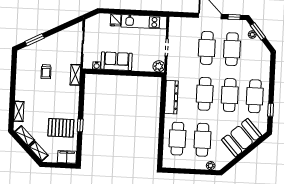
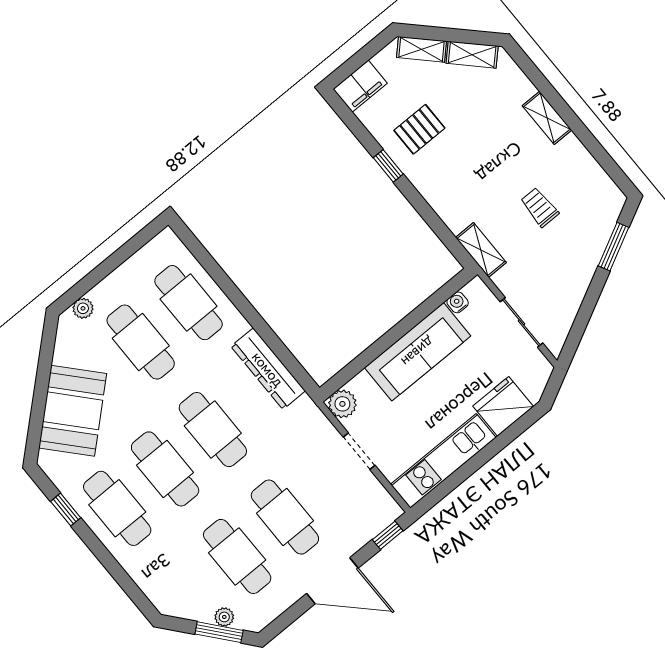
window: (234, 17) -> (388, 535), moved
fridge: (116, 20) -> (503, 406), width x1.88, depth x1.34
sofa: (117, 61) -> (418, 352), width x1.36
shelving: (19, 111) -> (547, 118), moved
pallet: (61, 128) -> (419, 129), width x0.67, depth x0.71

